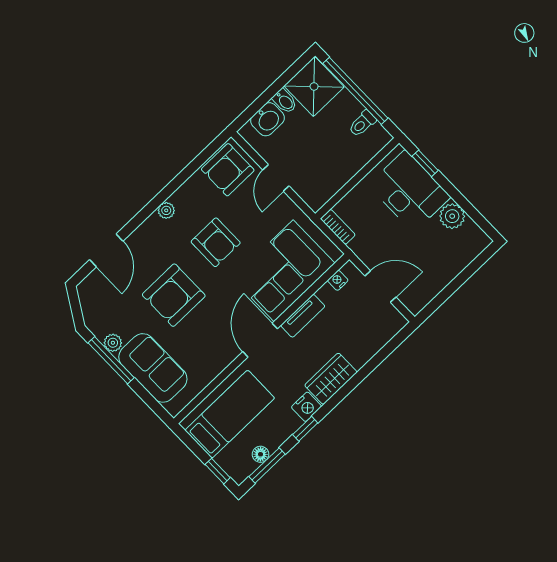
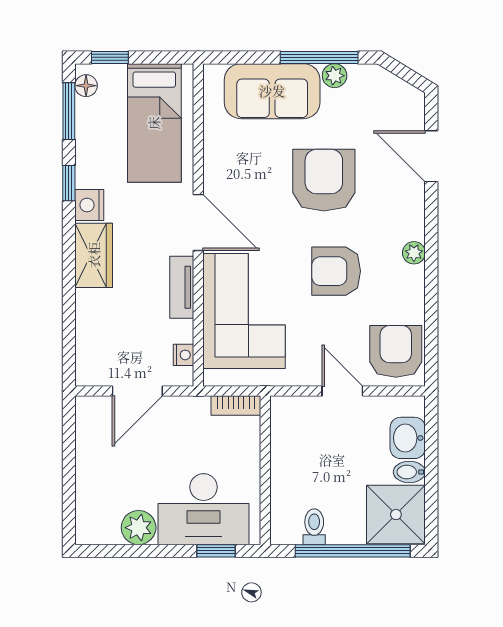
floor lamp: (260, 454) -> (86, 86), moved

